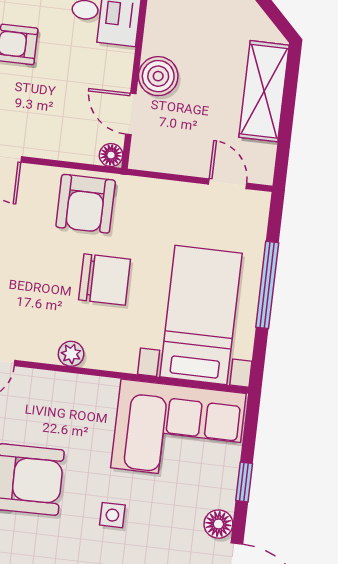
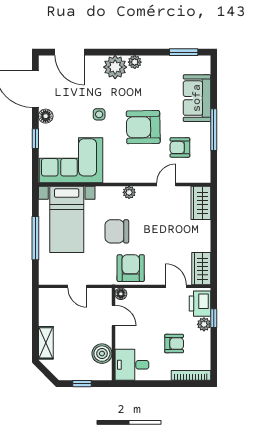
boiler: (158, 76) -> (102, 354), moved
shelving: (264, 91) -> (46, 343), width x0.67, depth x0.75
door: (228, 184) -> (77, 286), moved

